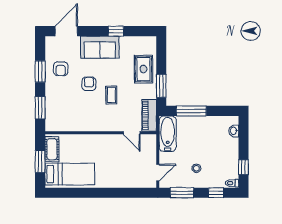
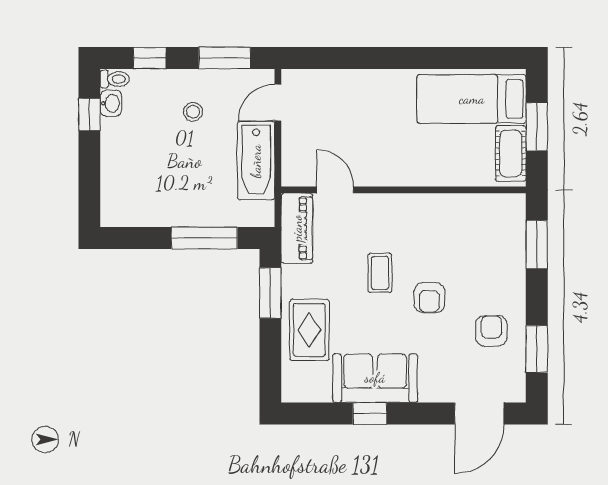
sofa: (100, 47) -> (375, 378), moved
window: (40, 71) -> (537, 349), moved
washbasin: (234, 131) -> (111, 103), moved
bathtub: (168, 134) -> (256, 161), moved

